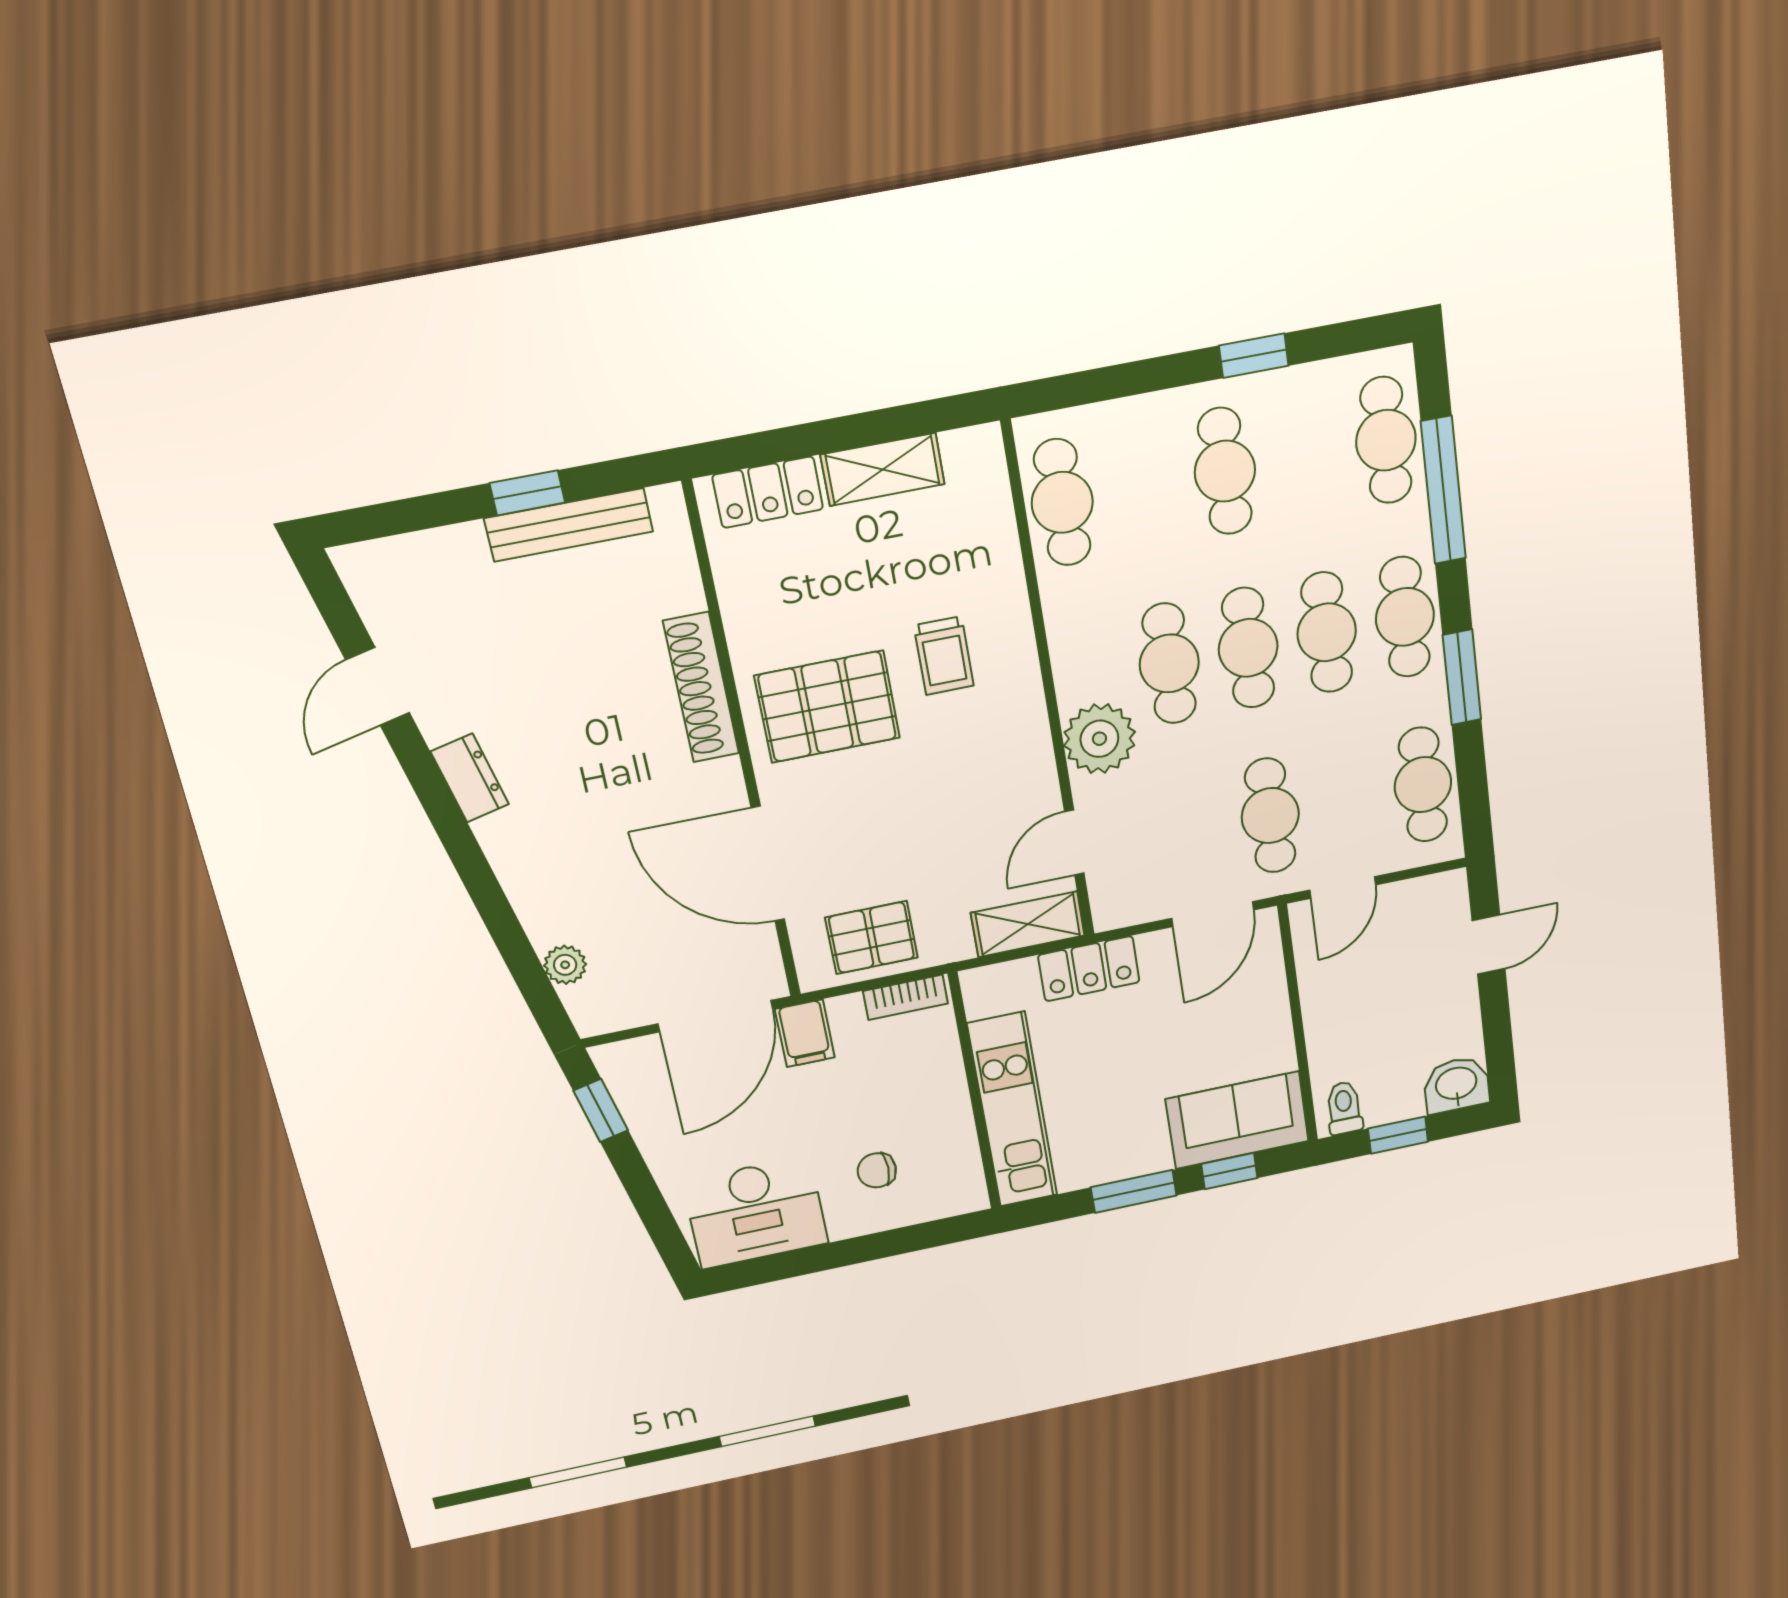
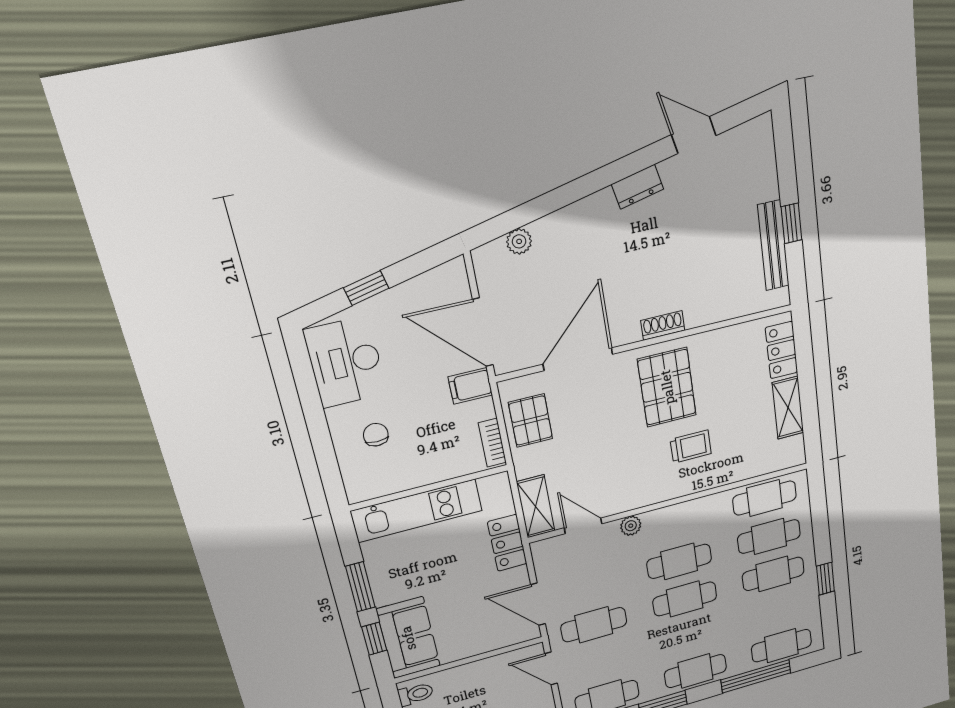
cafe table: (1327, 632) -> (769, 536), moved
trolley: (944, 656) -> (691, 447), turned 180
shoe rack: (701, 688) -> (663, 325), width x0.51, depth x0.81
plant: (1099, 739) -> (631, 526), width x0.53, depth x0.53
window: (601, 1111) -> (366, 288), moved

